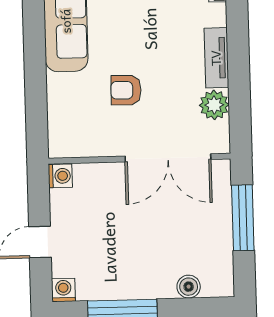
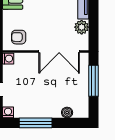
armchair: (126, 90) -> (19, 37), moved

